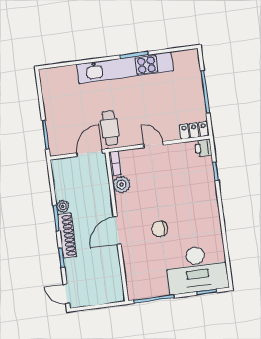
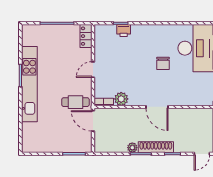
printer: (203, 148) -> (124, 31), moved
chair: (160, 229) -> (163, 63), moved

